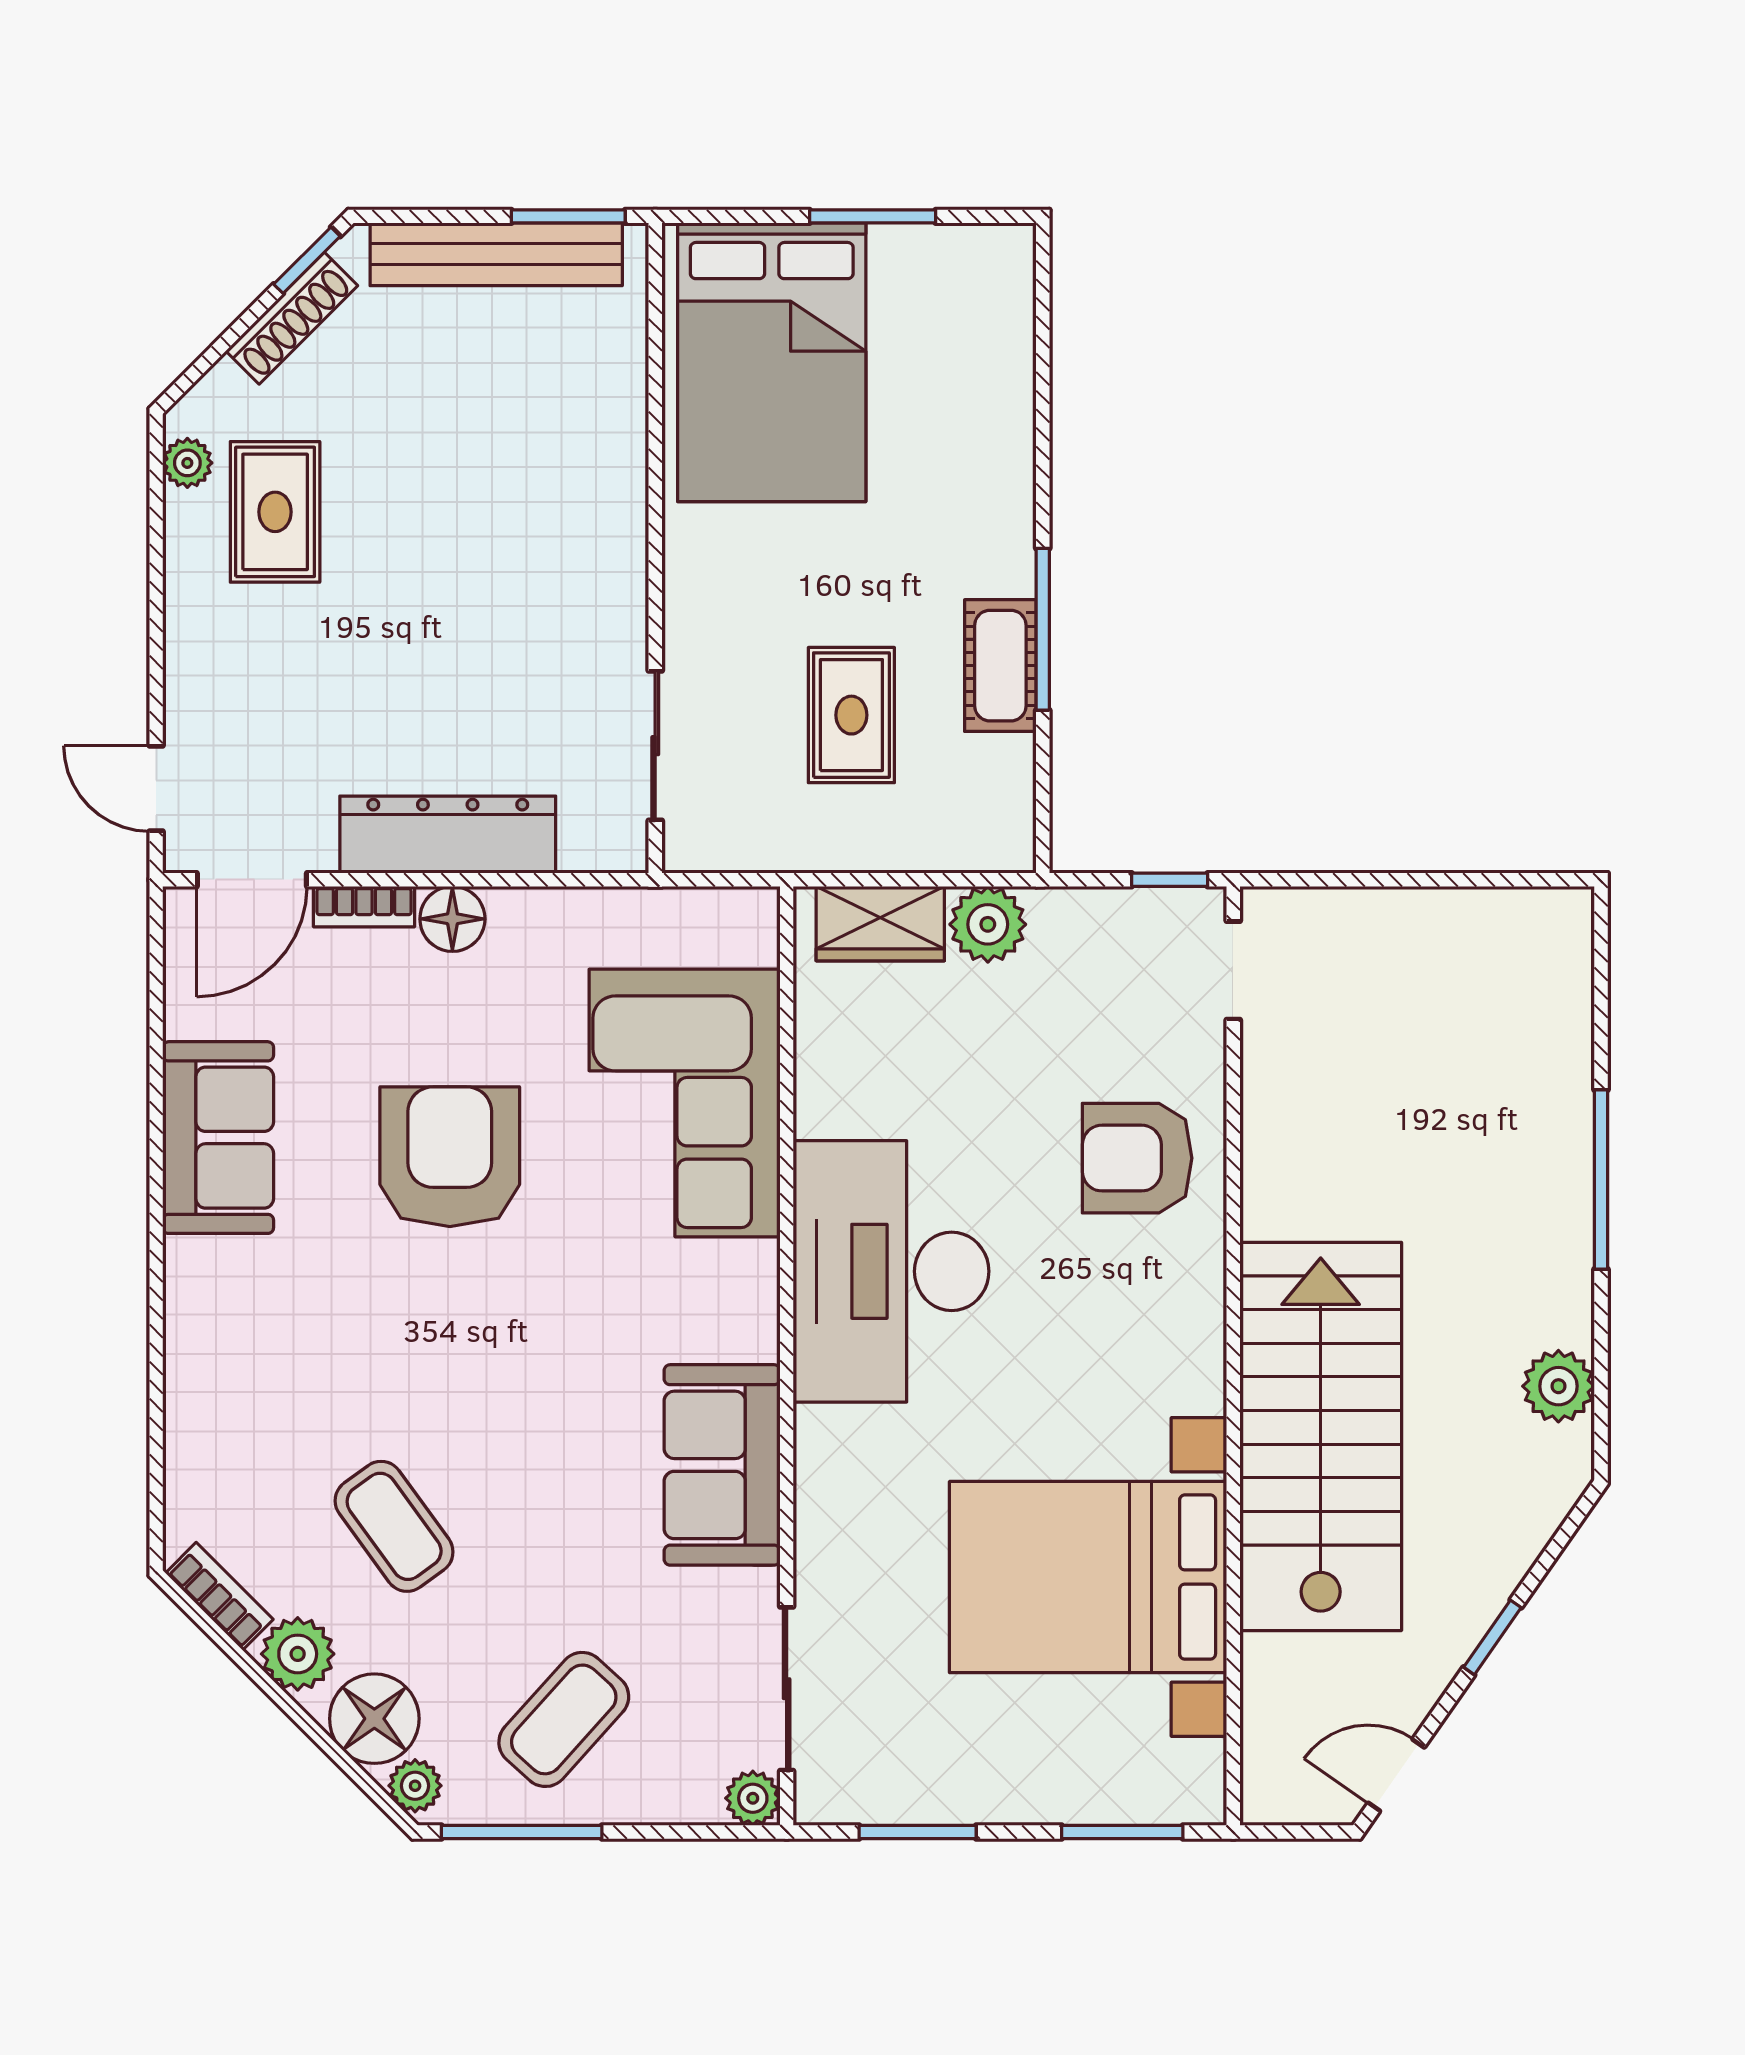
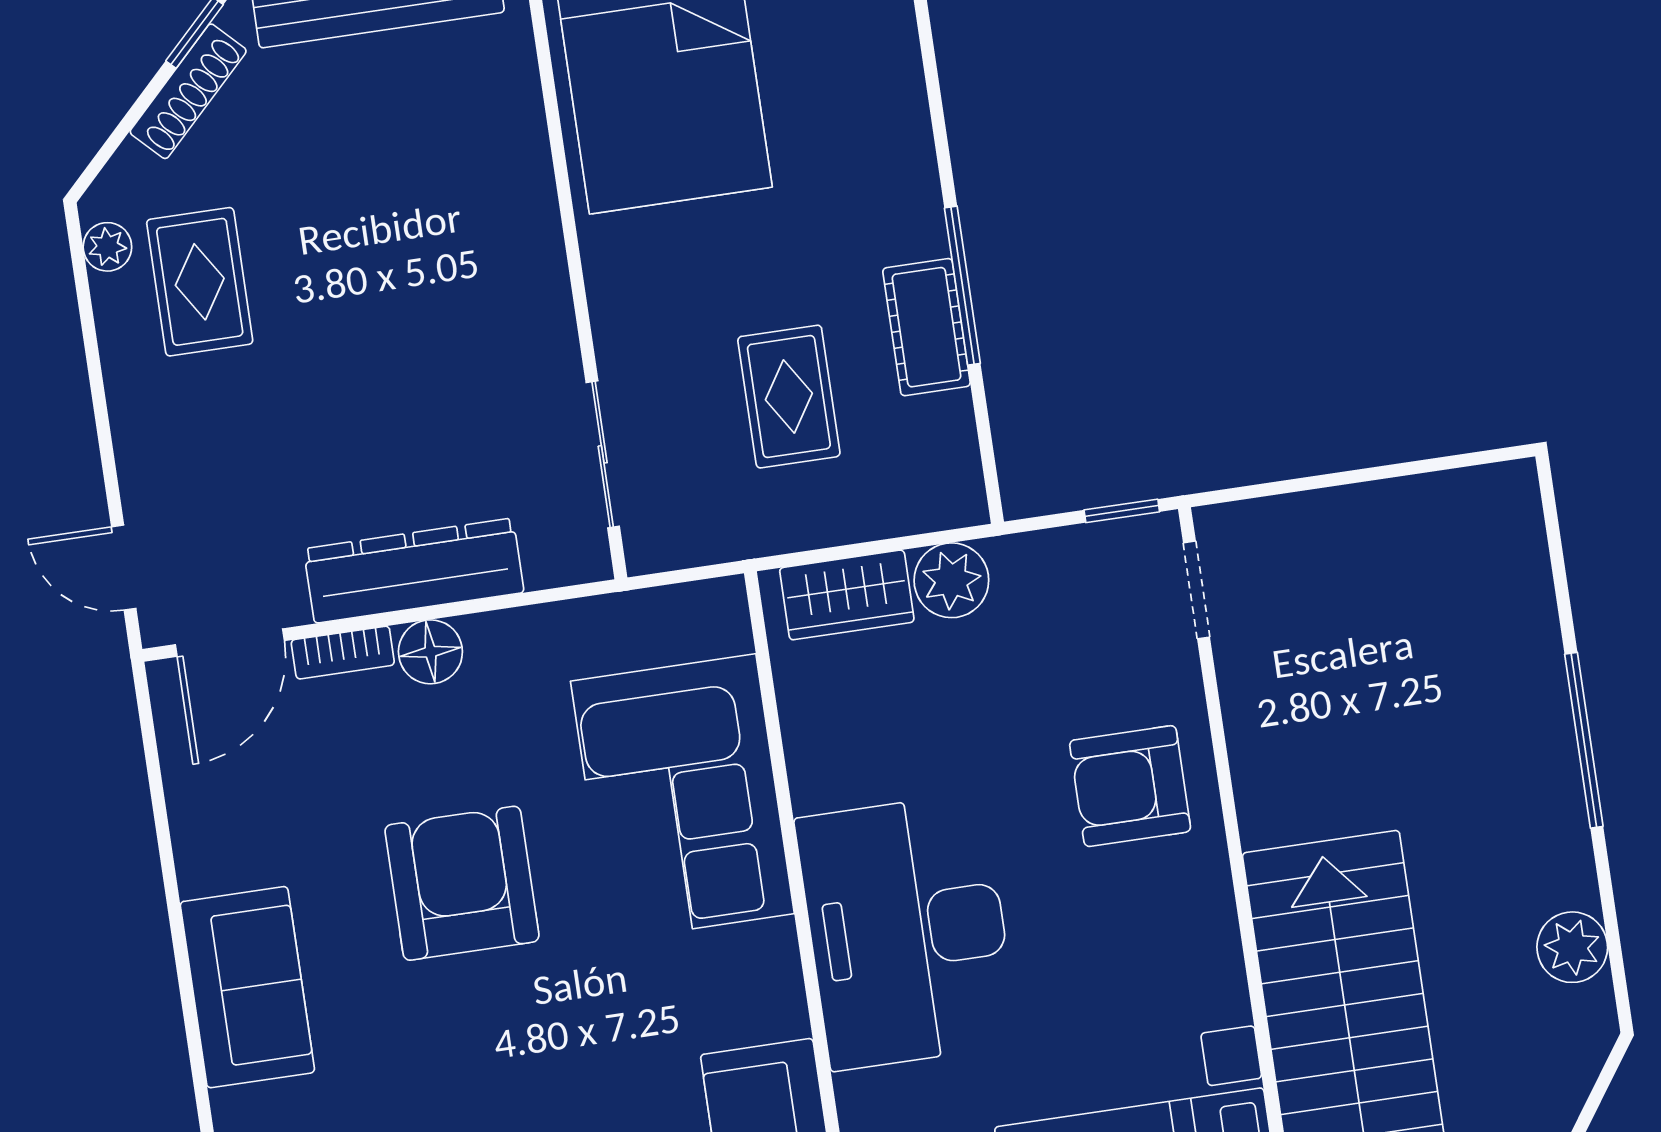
sofa: (218, 1138) -> (247, 987), moved

